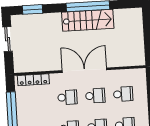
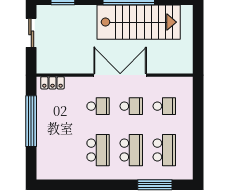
stairs: (88, 20) -> (139, 22), width x1.36, depth x1.51
locker: (33, 80) -> (52, 83), width x0.66

